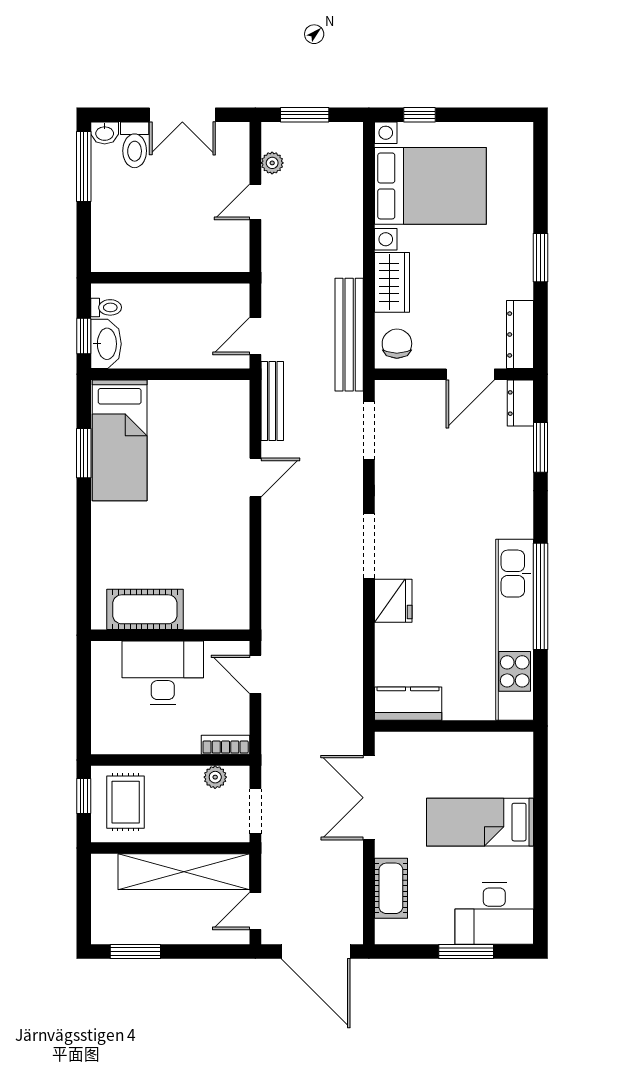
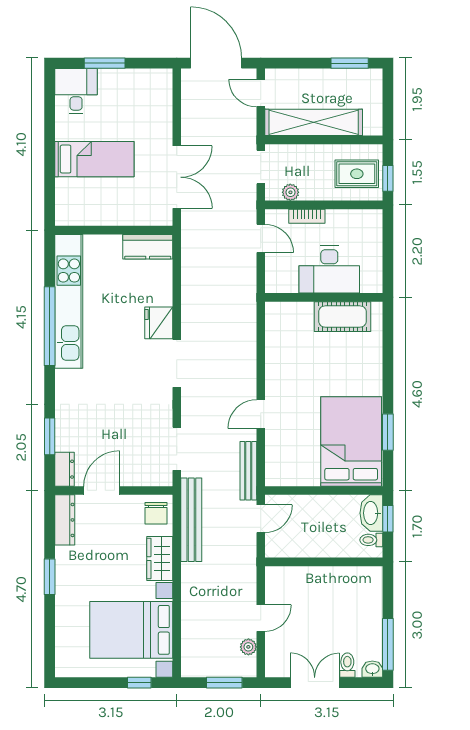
toilet: (135, 145) -> (347, 665), width x0.73, depth x0.72
bed: (120, 440) -> (351, 441), width x1.50
door: (255, 674) -> (261, 238), moved
bookcase: (226, 745) -> (307, 216), moved
rug: (126, 802) -> (357, 174), turned 90
cot: (391, 888) -> (160, 110), removed
door: (255, 911) -> (261, 93), swing flipped
desk: (494, 914) -> (76, 91), width x0.73

